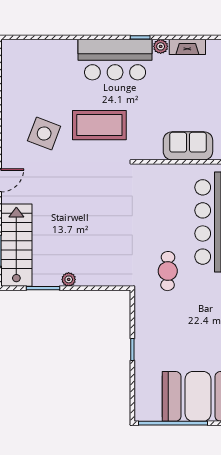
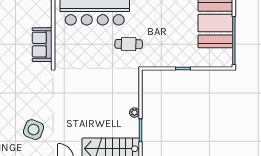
coffee table: (99, 125) -> (28, 91), removed
sofa: (188, 146) -> (42, 45), moved

